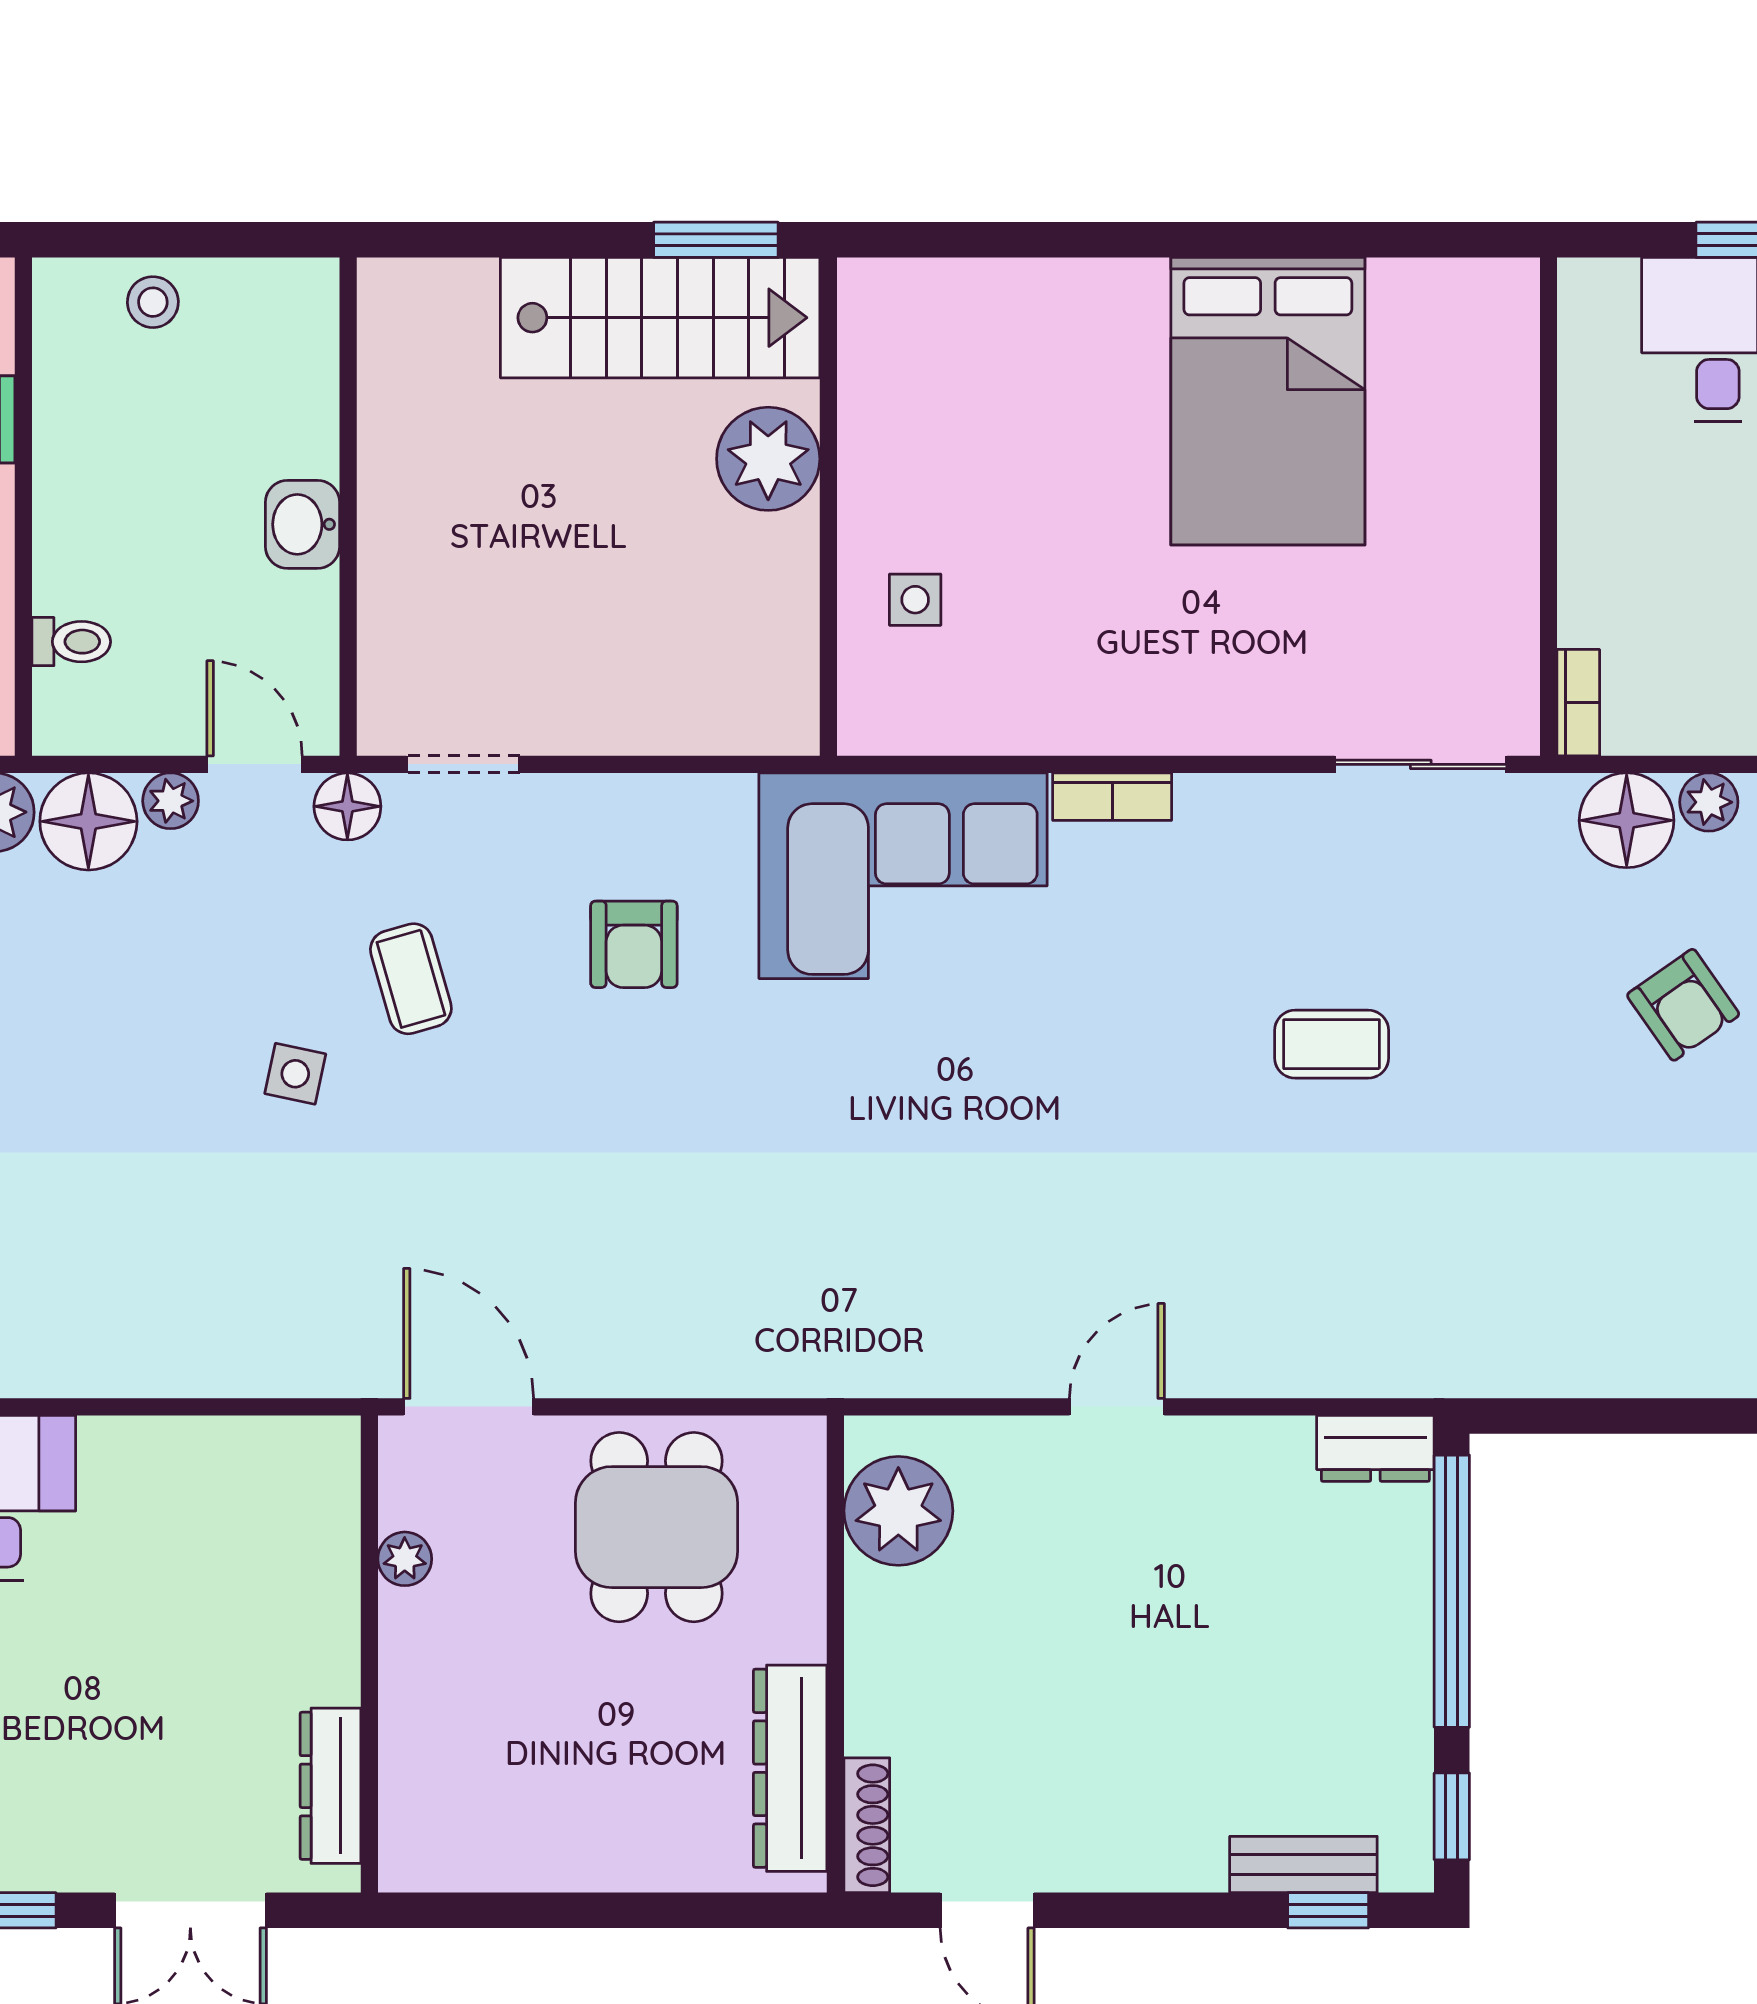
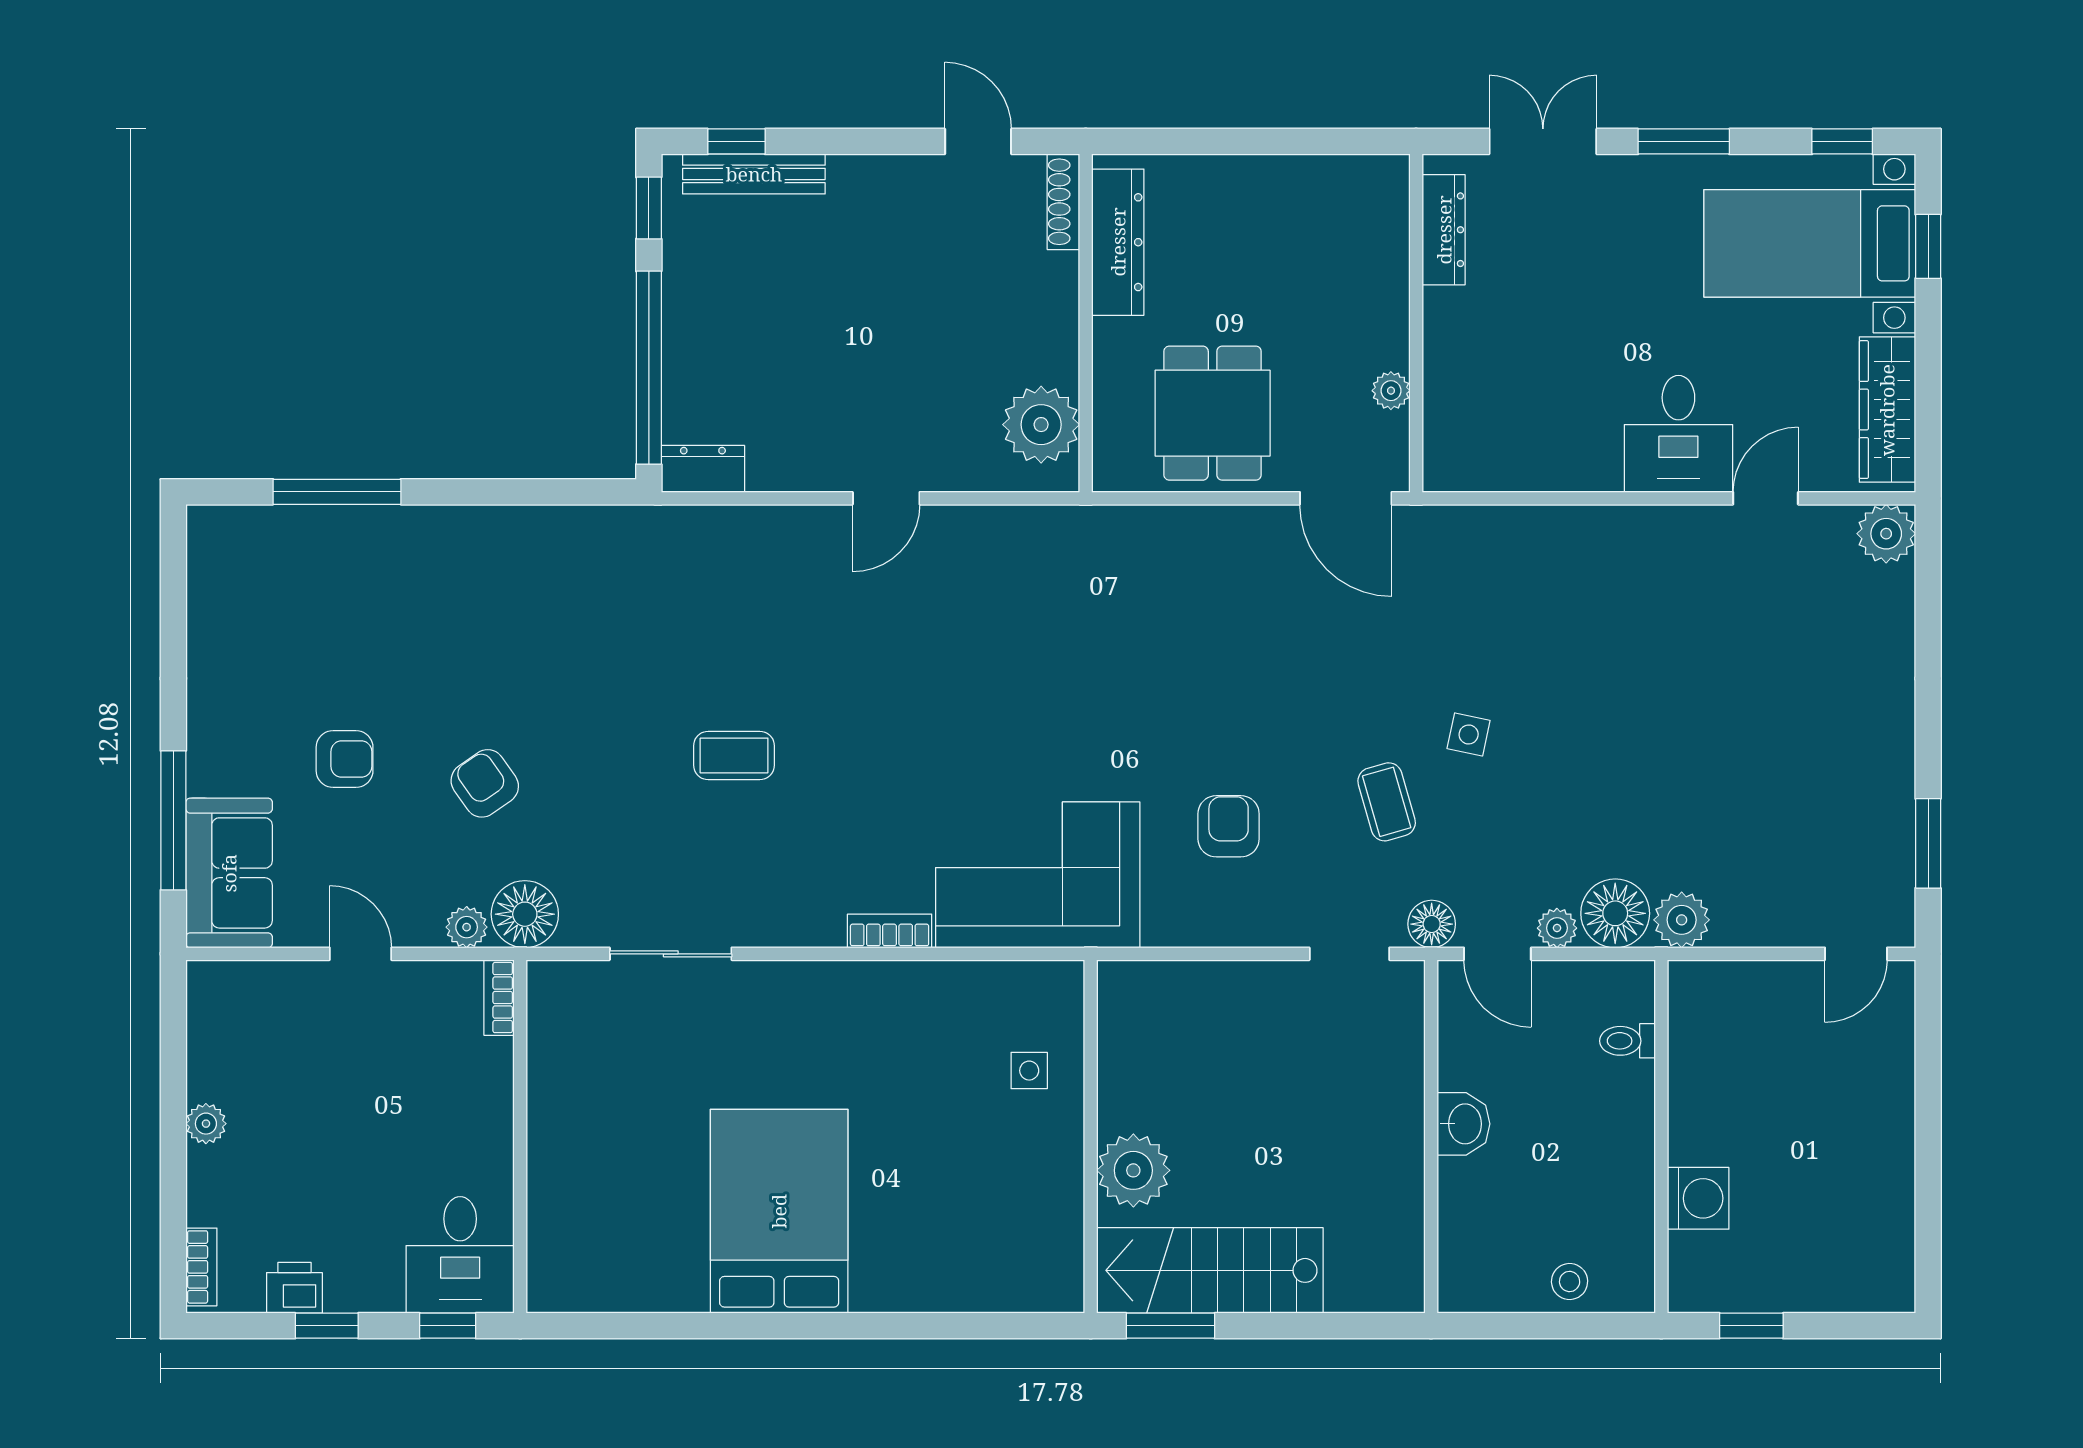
wall: (1549, 507) -> (520, 1136), moved
bookcase: (1578, 703) -> (499, 998), moved
bench: (1303, 1865) -> (754, 174), width x1.36

